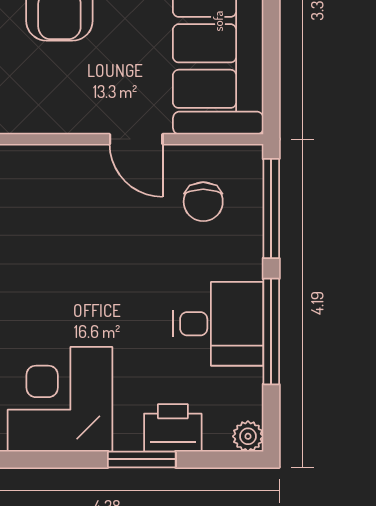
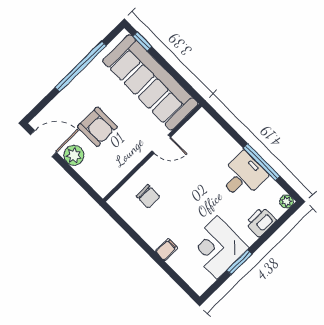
chair: (203, 202) -> (148, 196), moved
window: (271, 209) -> (224, 124), removed
window: (142, 459) -> (239, 262), moved

